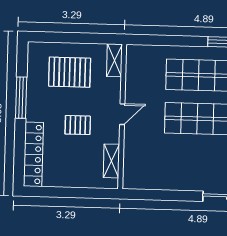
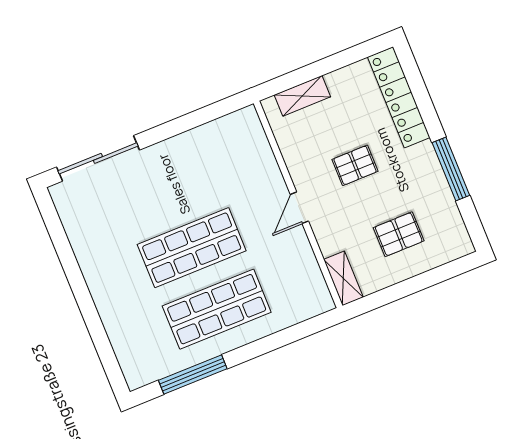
pallet: (70, 72) -> (399, 234), width x0.67, depth x0.71
shelving: (111, 161) -> (302, 96), moved, turned 90

